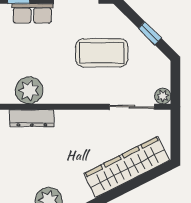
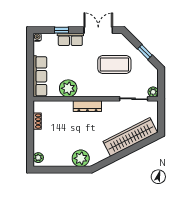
dresser: (32, 118) -> (87, 106), moved

